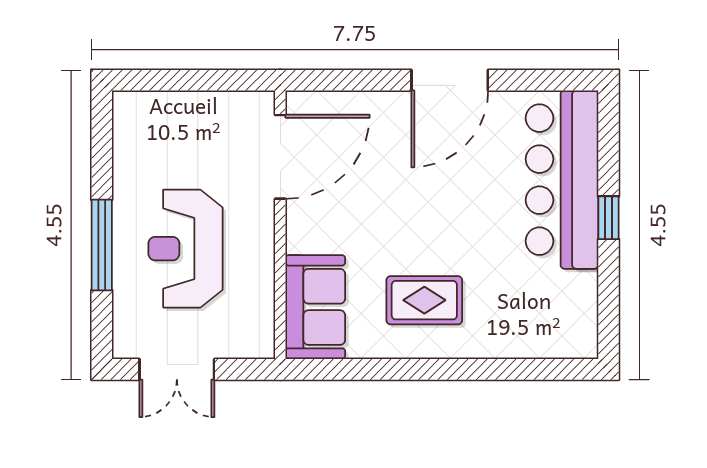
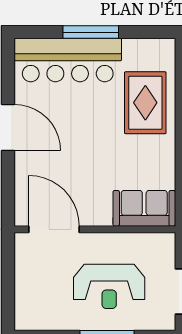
window: (608, 218) -> (91, 32), width x2.17
rug: (424, 300) -> (145, 103), moved, width x1.36, depth x1.43

